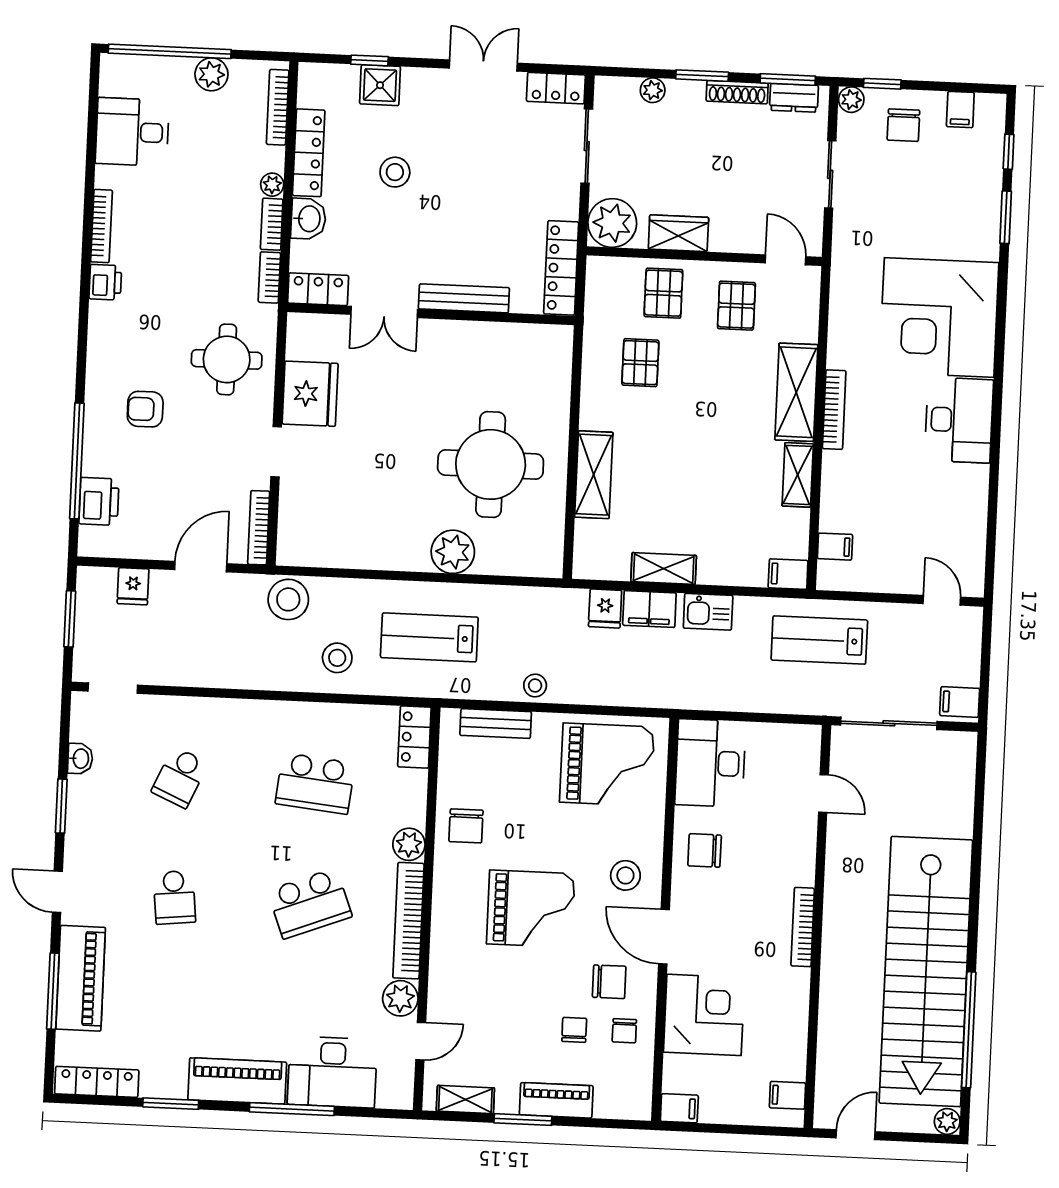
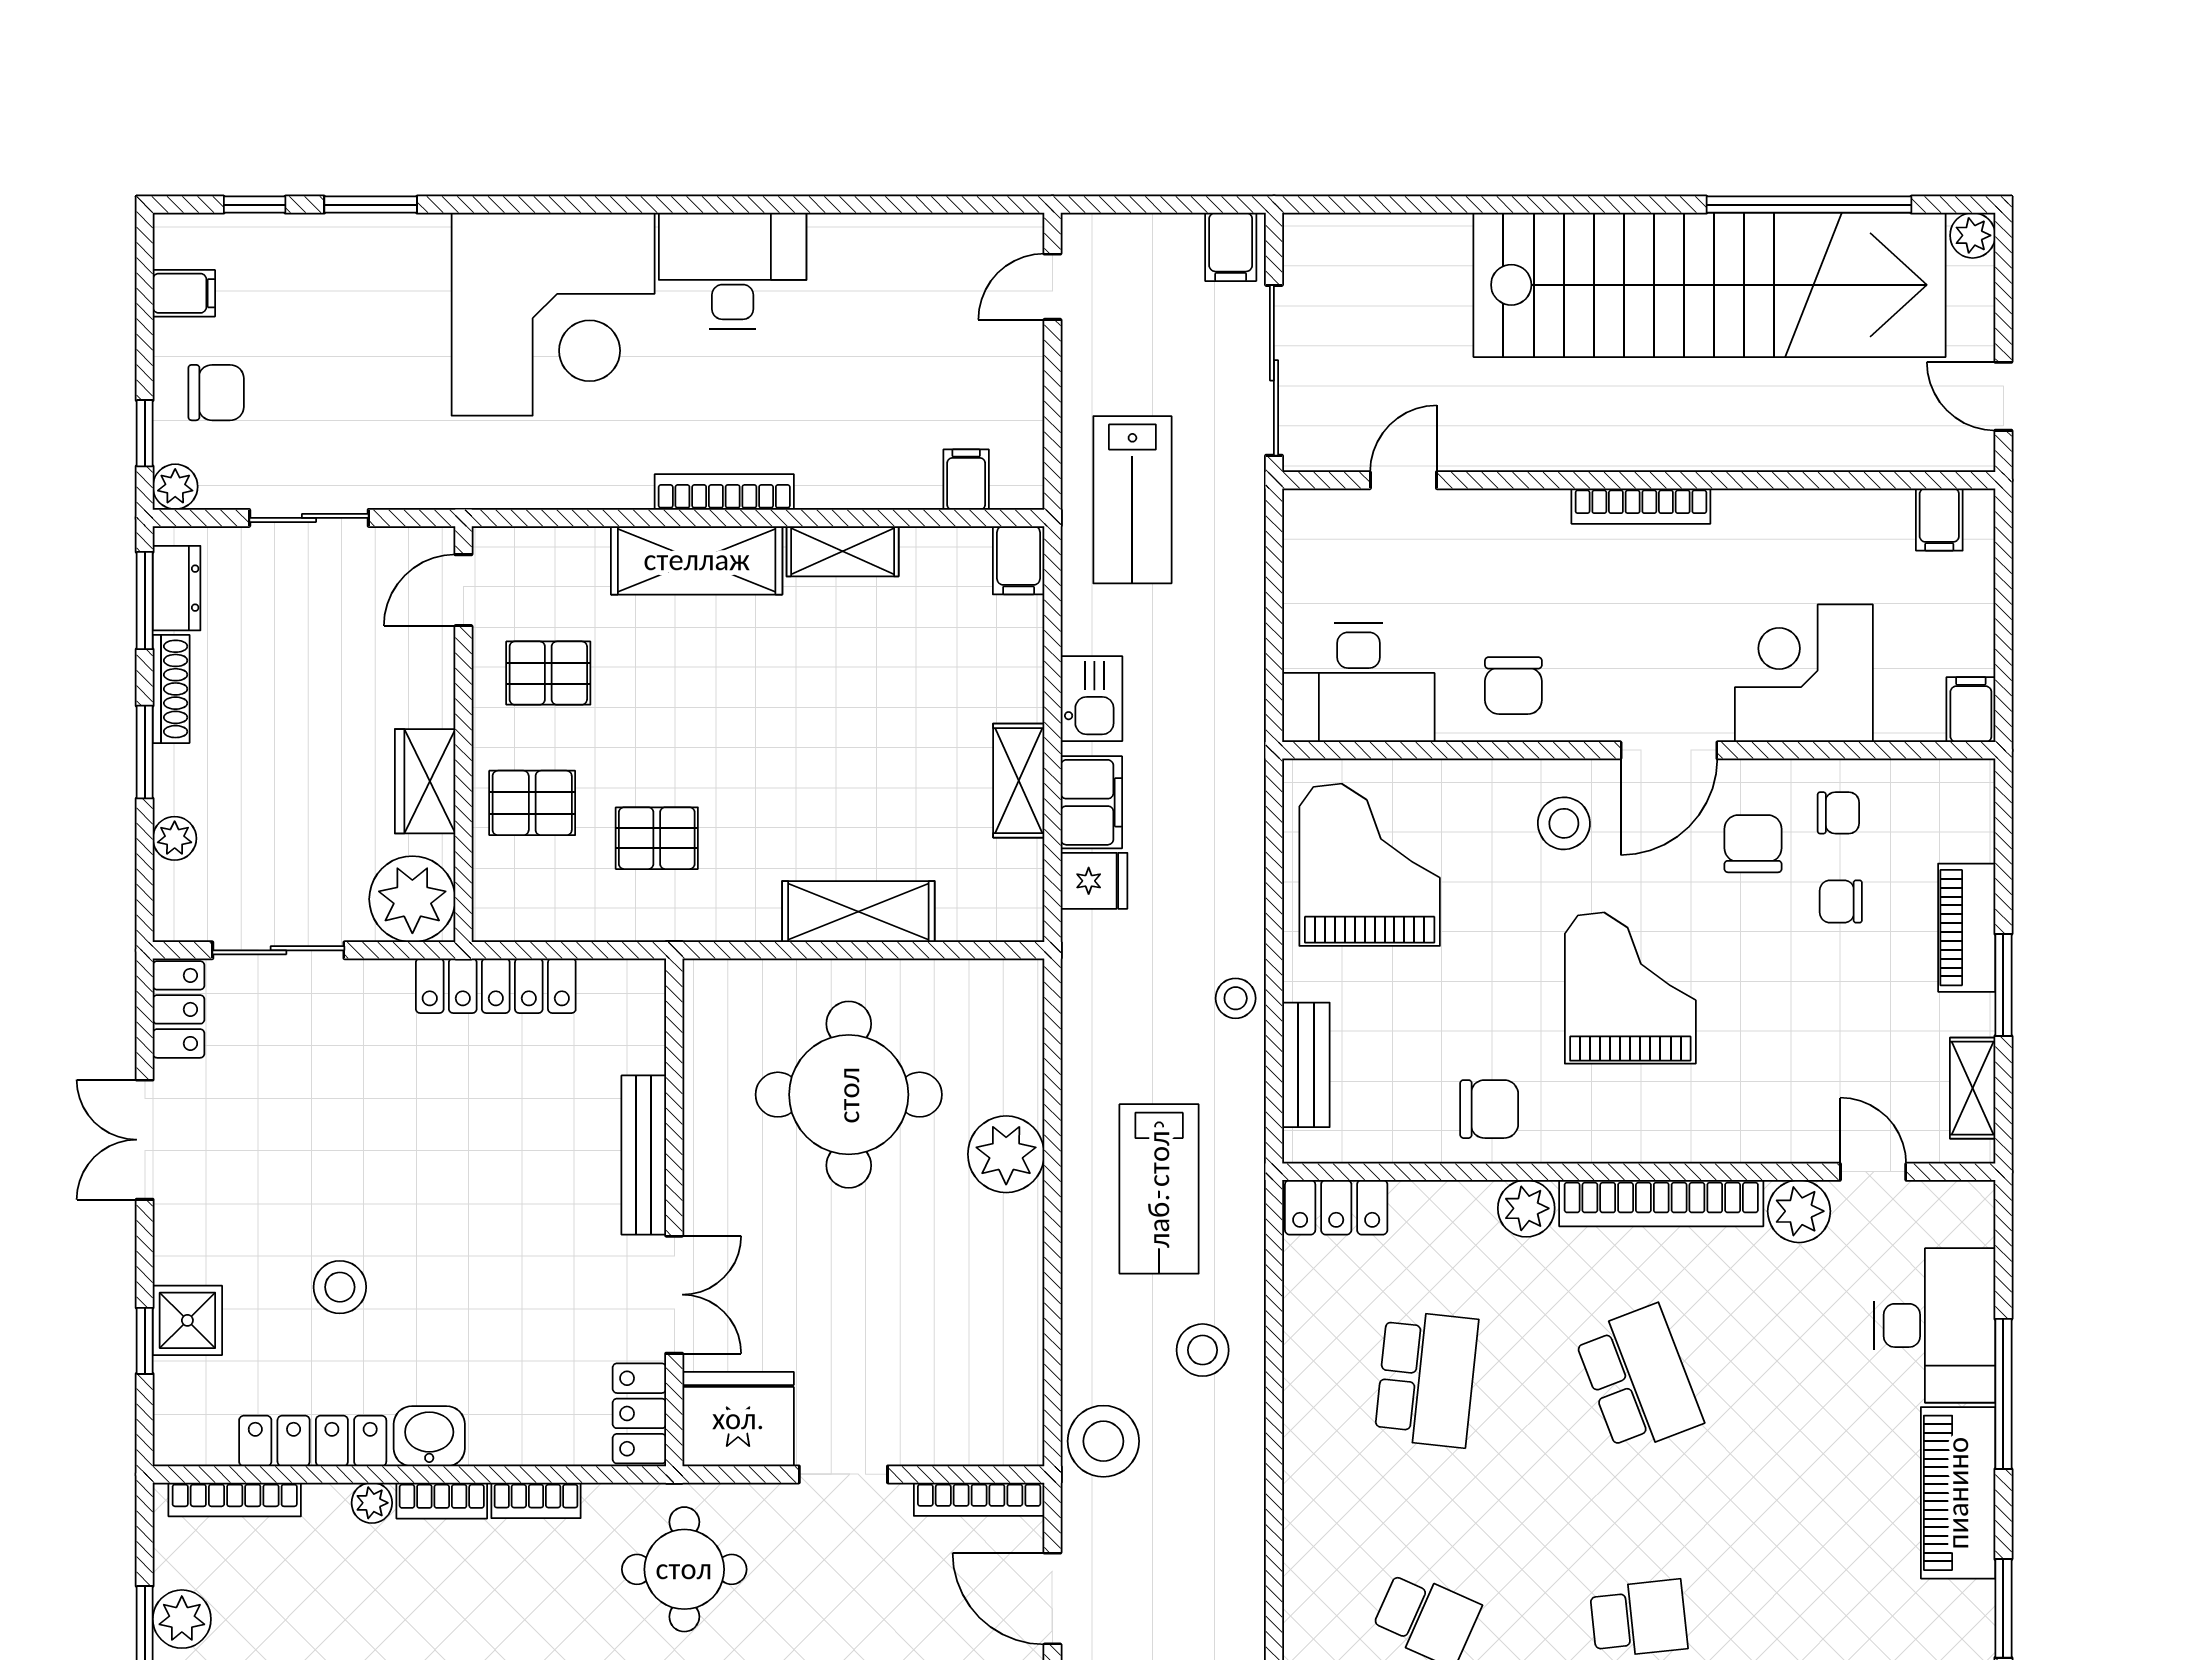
locker: (318, 289) -> (639, 1413), moved
bench: (464, 298) -> (644, 1155), moved
double door: (384, 312) -> (674, 1295), moved
wall: (431, 314) -> (674, 1212), moved

